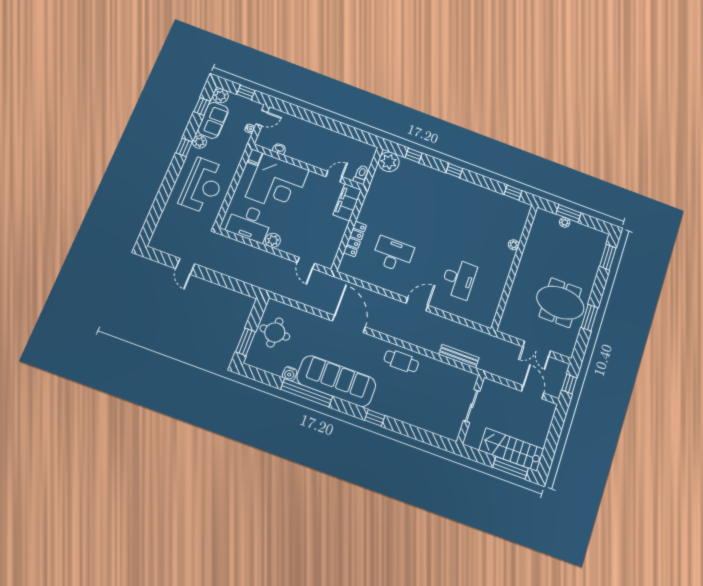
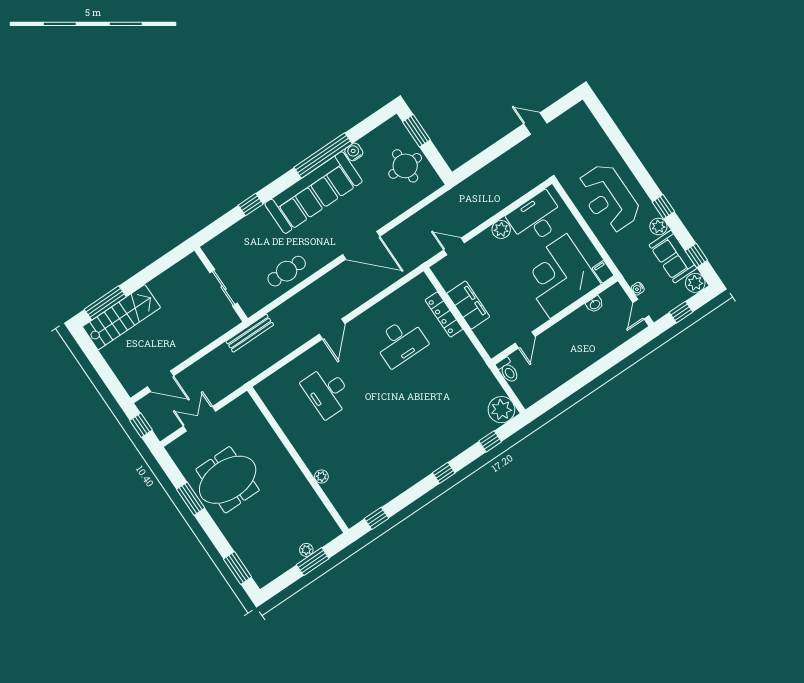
filing cabinet: (347, 202) -> (468, 305), moved
sliding door: (472, 406) -> (224, 288), moved
wall: (471, 409) -> (221, 284), moved

